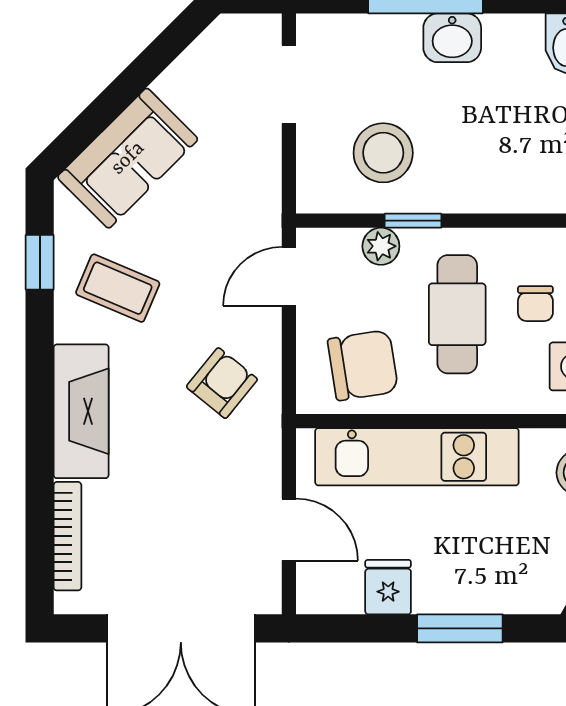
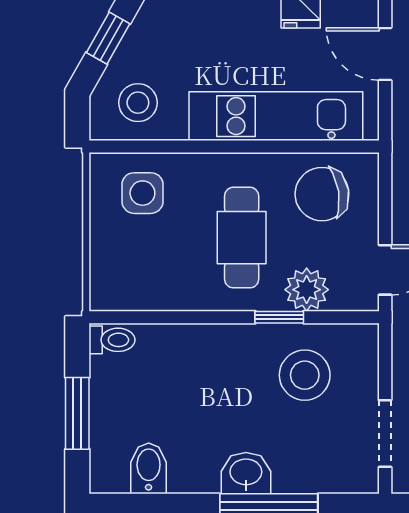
plant: (381, 246) -> (307, 290), width x1.38, depth x1.38
chair: (535, 304) -> (175, 247), removed

